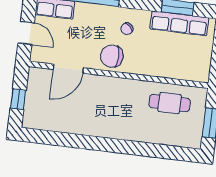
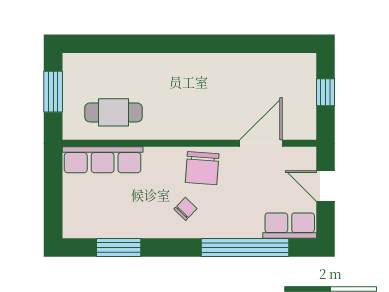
row of seats: (179, 23) -> (103, 160), moved, turned 180
chair: (112, 56) -> (202, 168), turned 94

